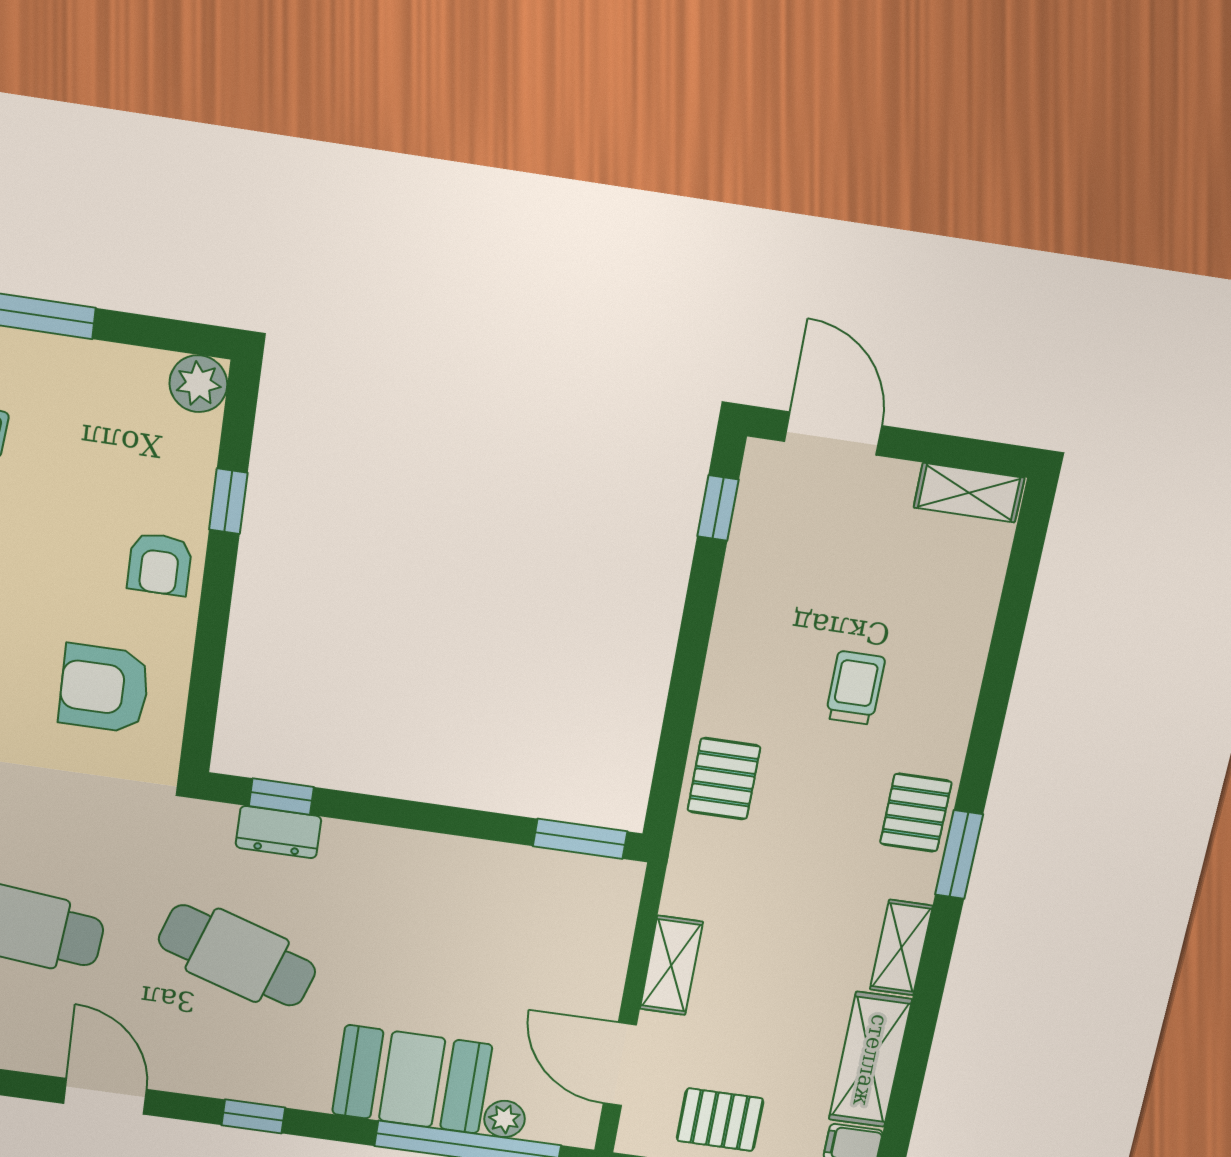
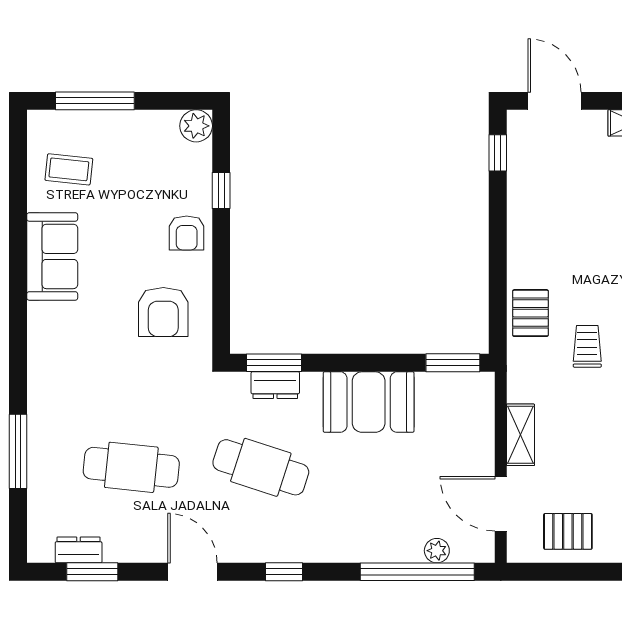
armchair: (104, 688) -> (163, 312), turned -90
trolley: (855, 688) -> (587, 346), moved
window: (281, 797) -> (274, 363), width x1.50
booth: (412, 1079) -> (369, 402), moved

